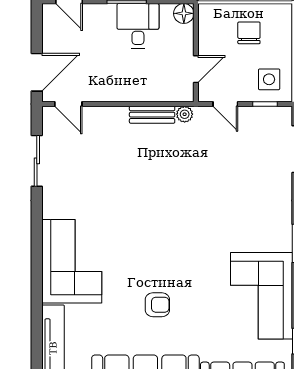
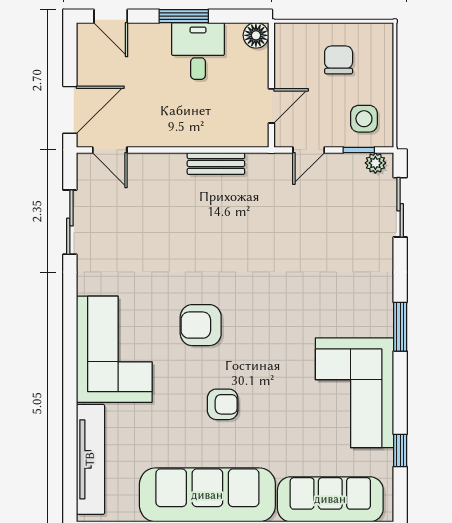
door: (225, 104) -> (309, 150), hinge flipped
plant: (185, 114) -> (375, 163), moved
armchair: (140, 242) -> (201, 325), added

